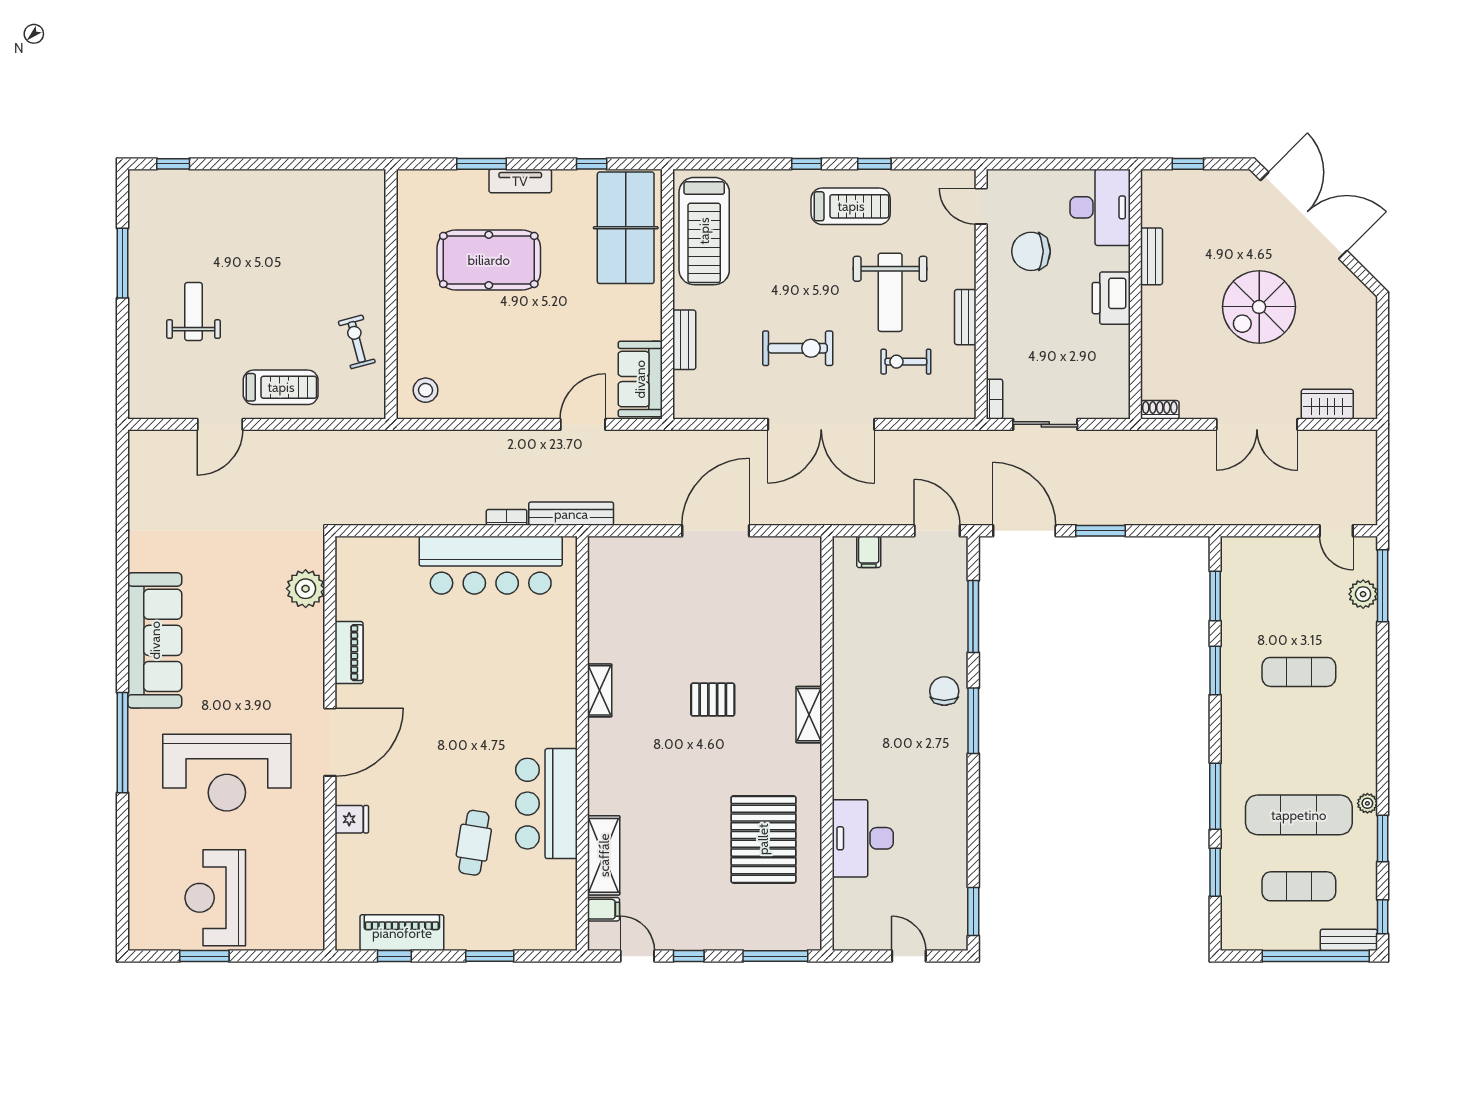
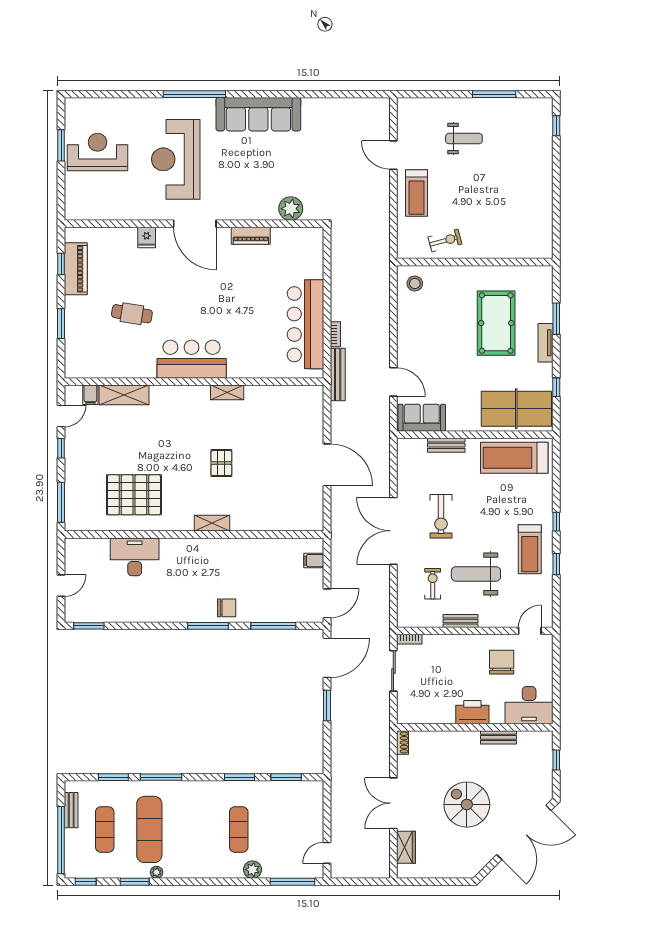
plant: (1363, 594) -> (253, 870), moved
bar counter: (546, 804) -> (192, 359), moved
bench: (1349, 940) -> (71, 810), moved

